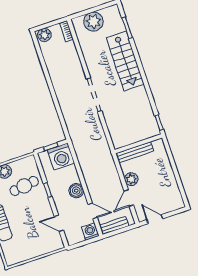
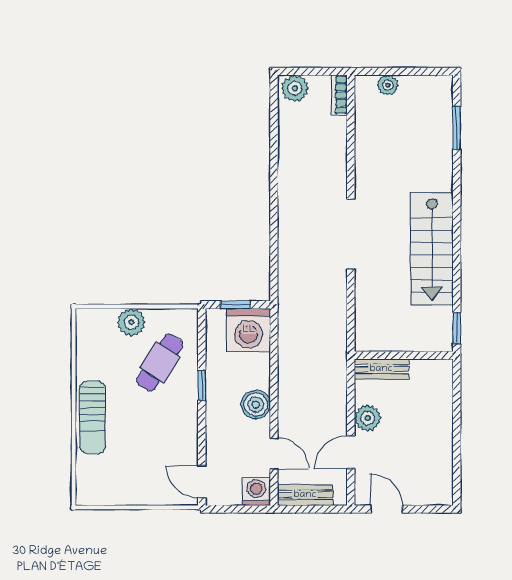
plant: (93, 21) -> (388, 85), width x0.53, depth x0.53
stairs: (125, 61) -> (432, 249), moved
bench: (135, 152) -> (381, 369), width x0.73
cafe table: (24, 186) -> (160, 362), turned -49
door: (59, 223) -> (202, 482), moved

